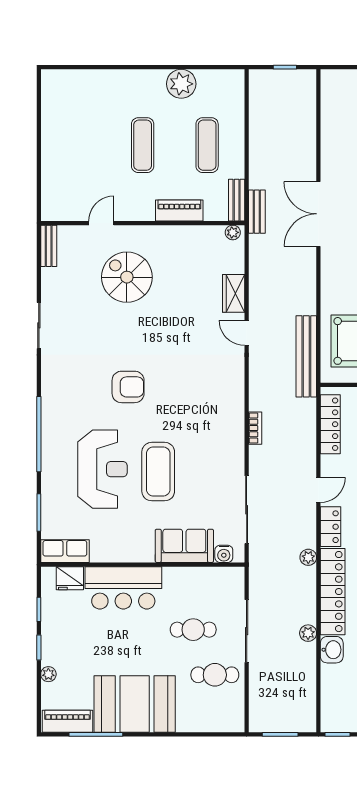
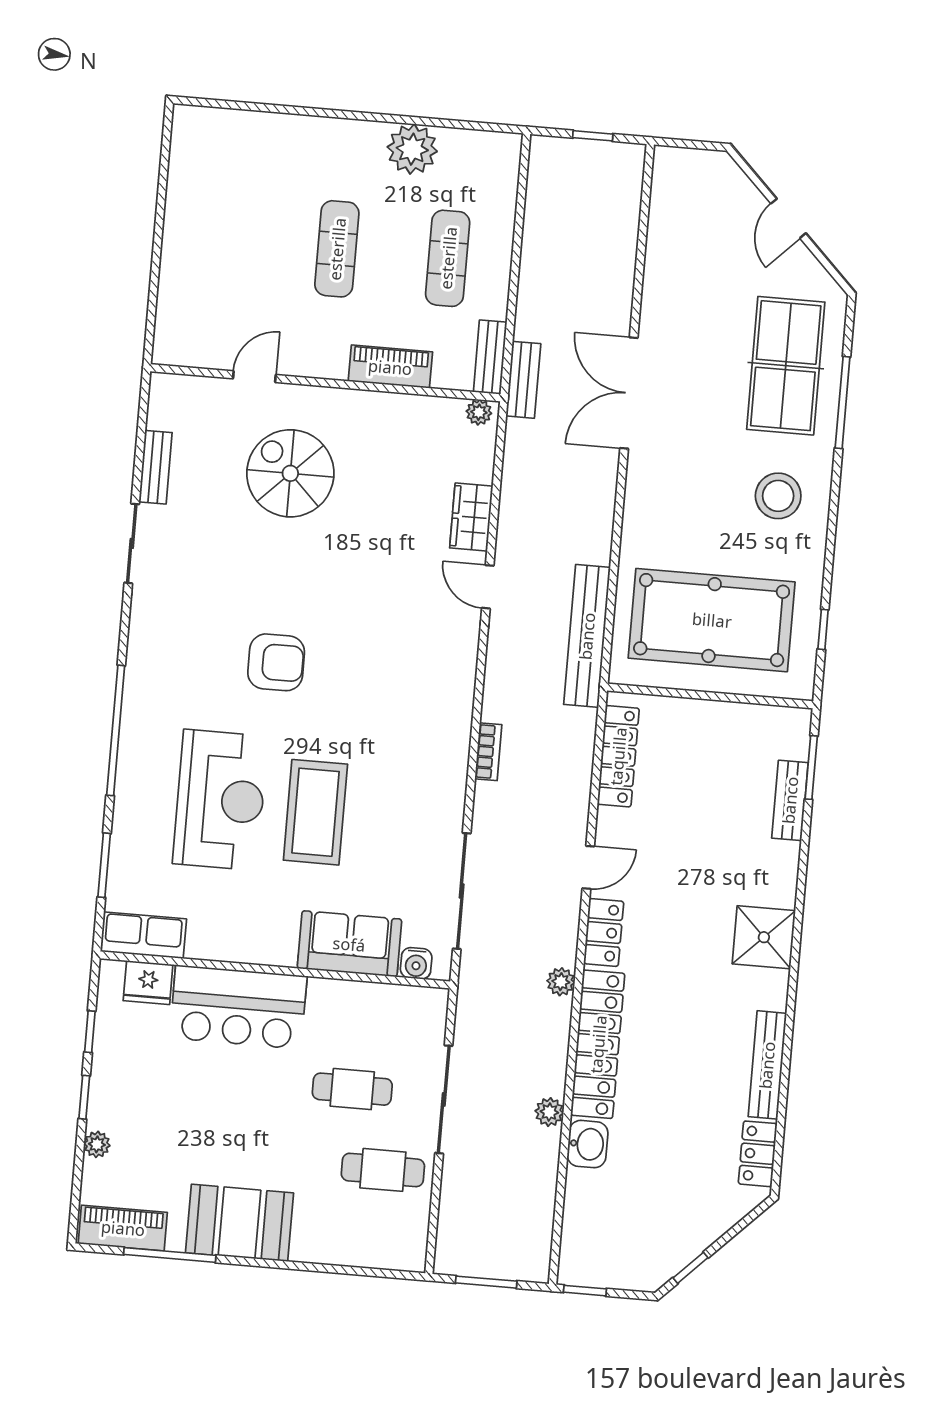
bench: (49, 246) -> (155, 467), moved
booth: (135, 704) -> (239, 1223), width x0.73, depth x0.70

